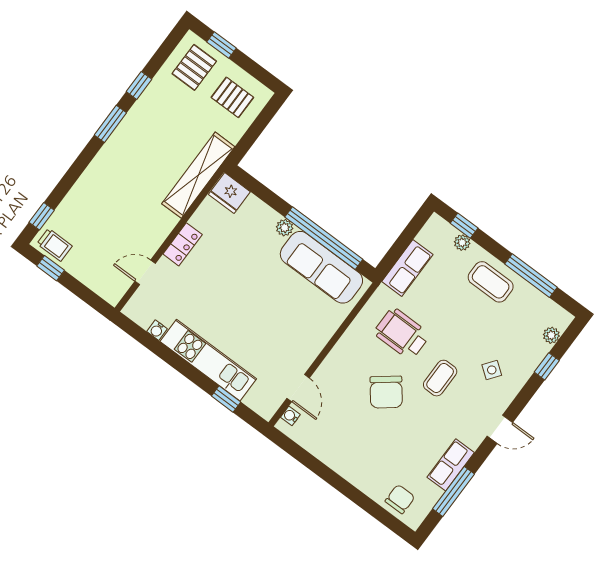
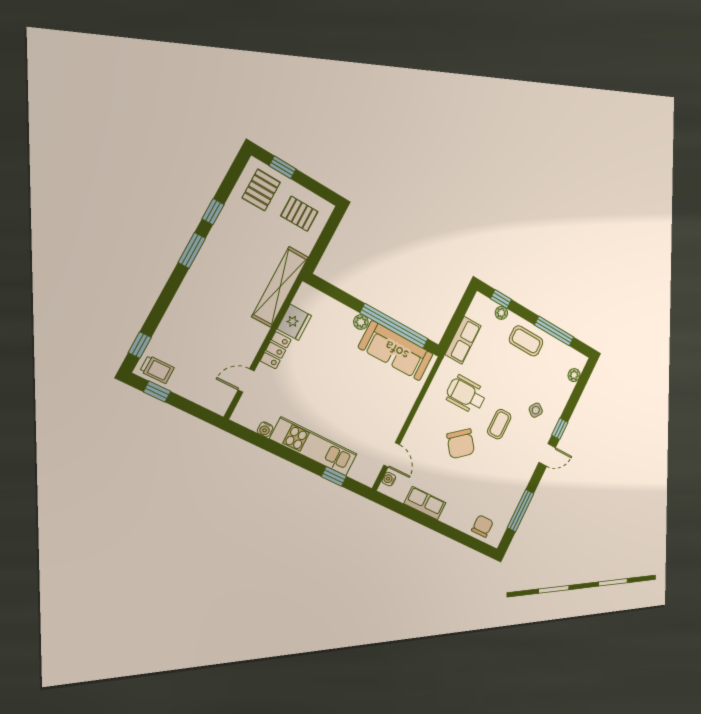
fridge: (229, 193) -> (294, 322), moved, turned -90
window: (547, 366) -> (560, 429), moved
row of seats: (451, 465) -> (425, 503), moved, turned 90

